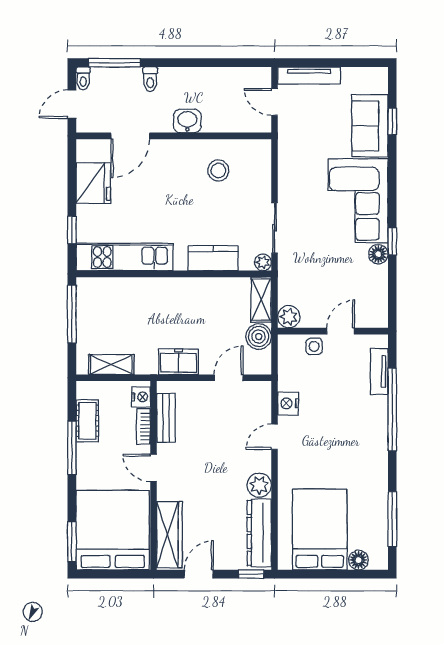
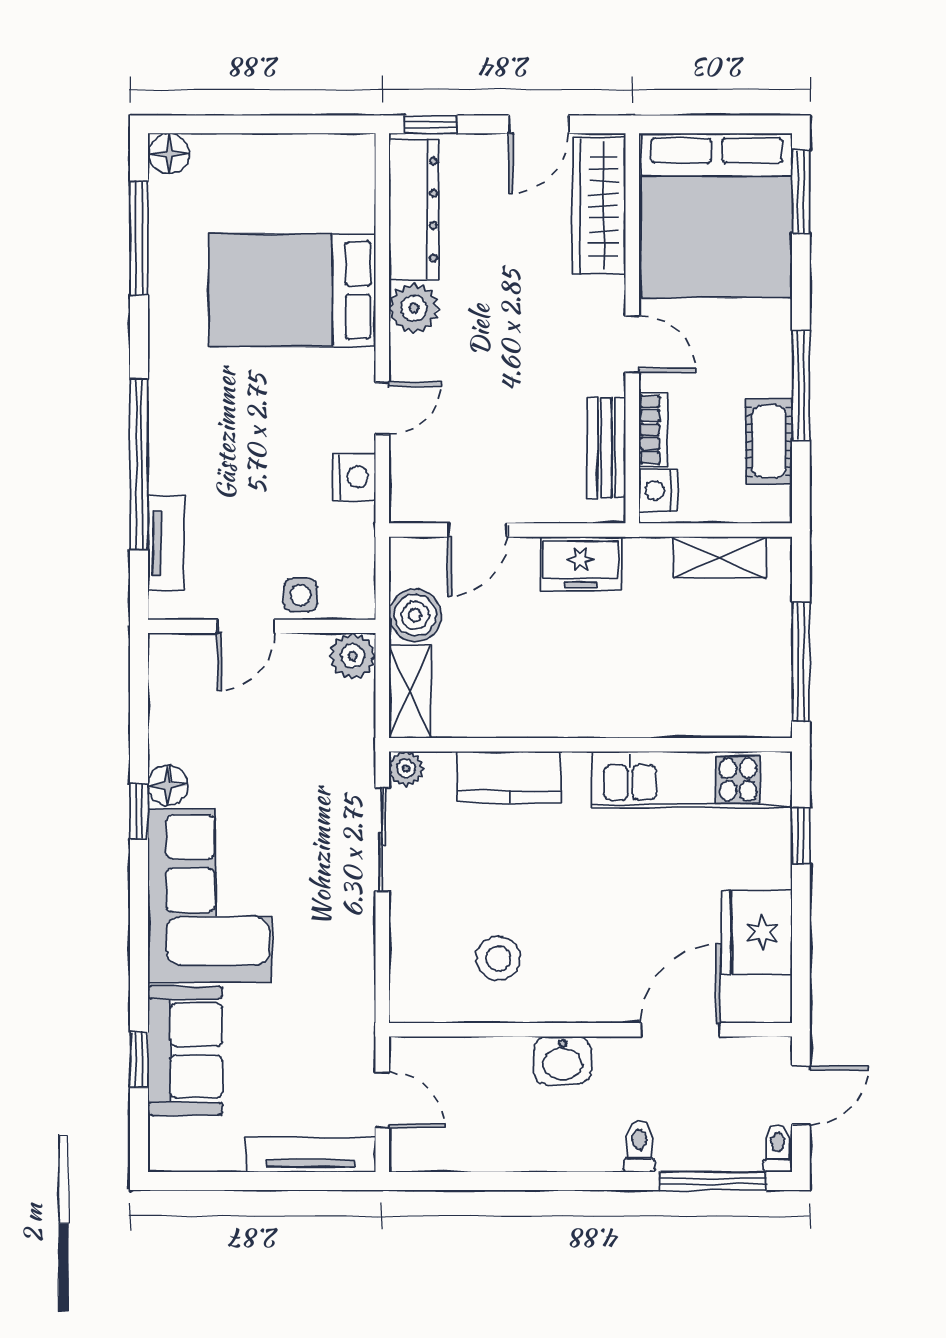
bed: (320, 529) -> (292, 290), moved, turned 90
floor lamp: (358, 560) -> (169, 153), moved

